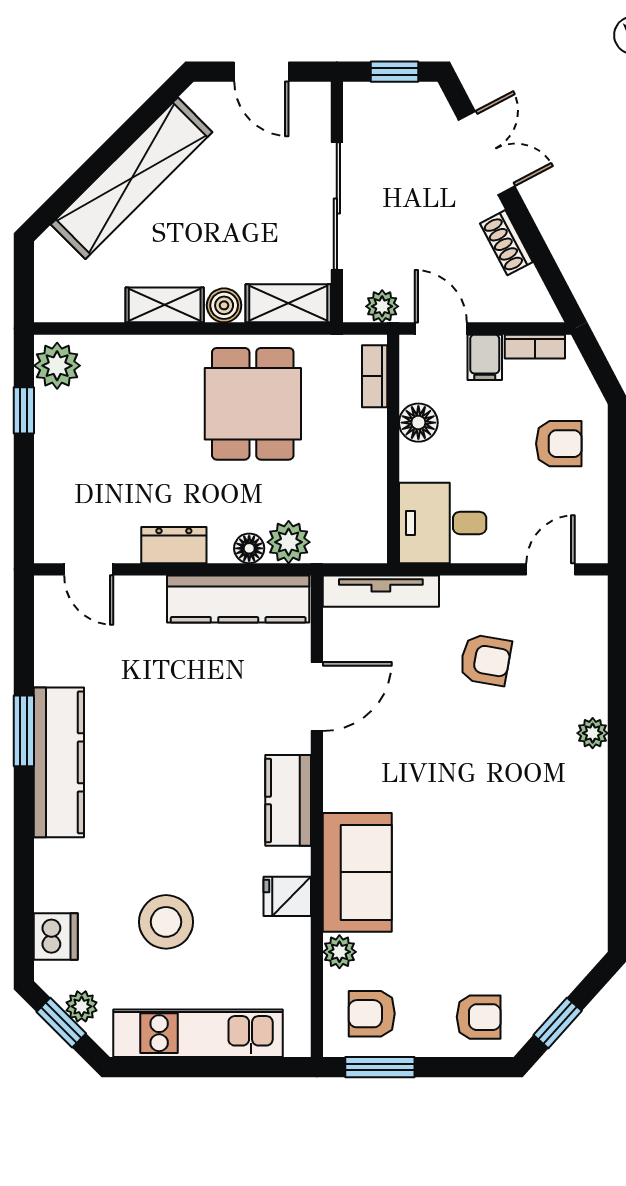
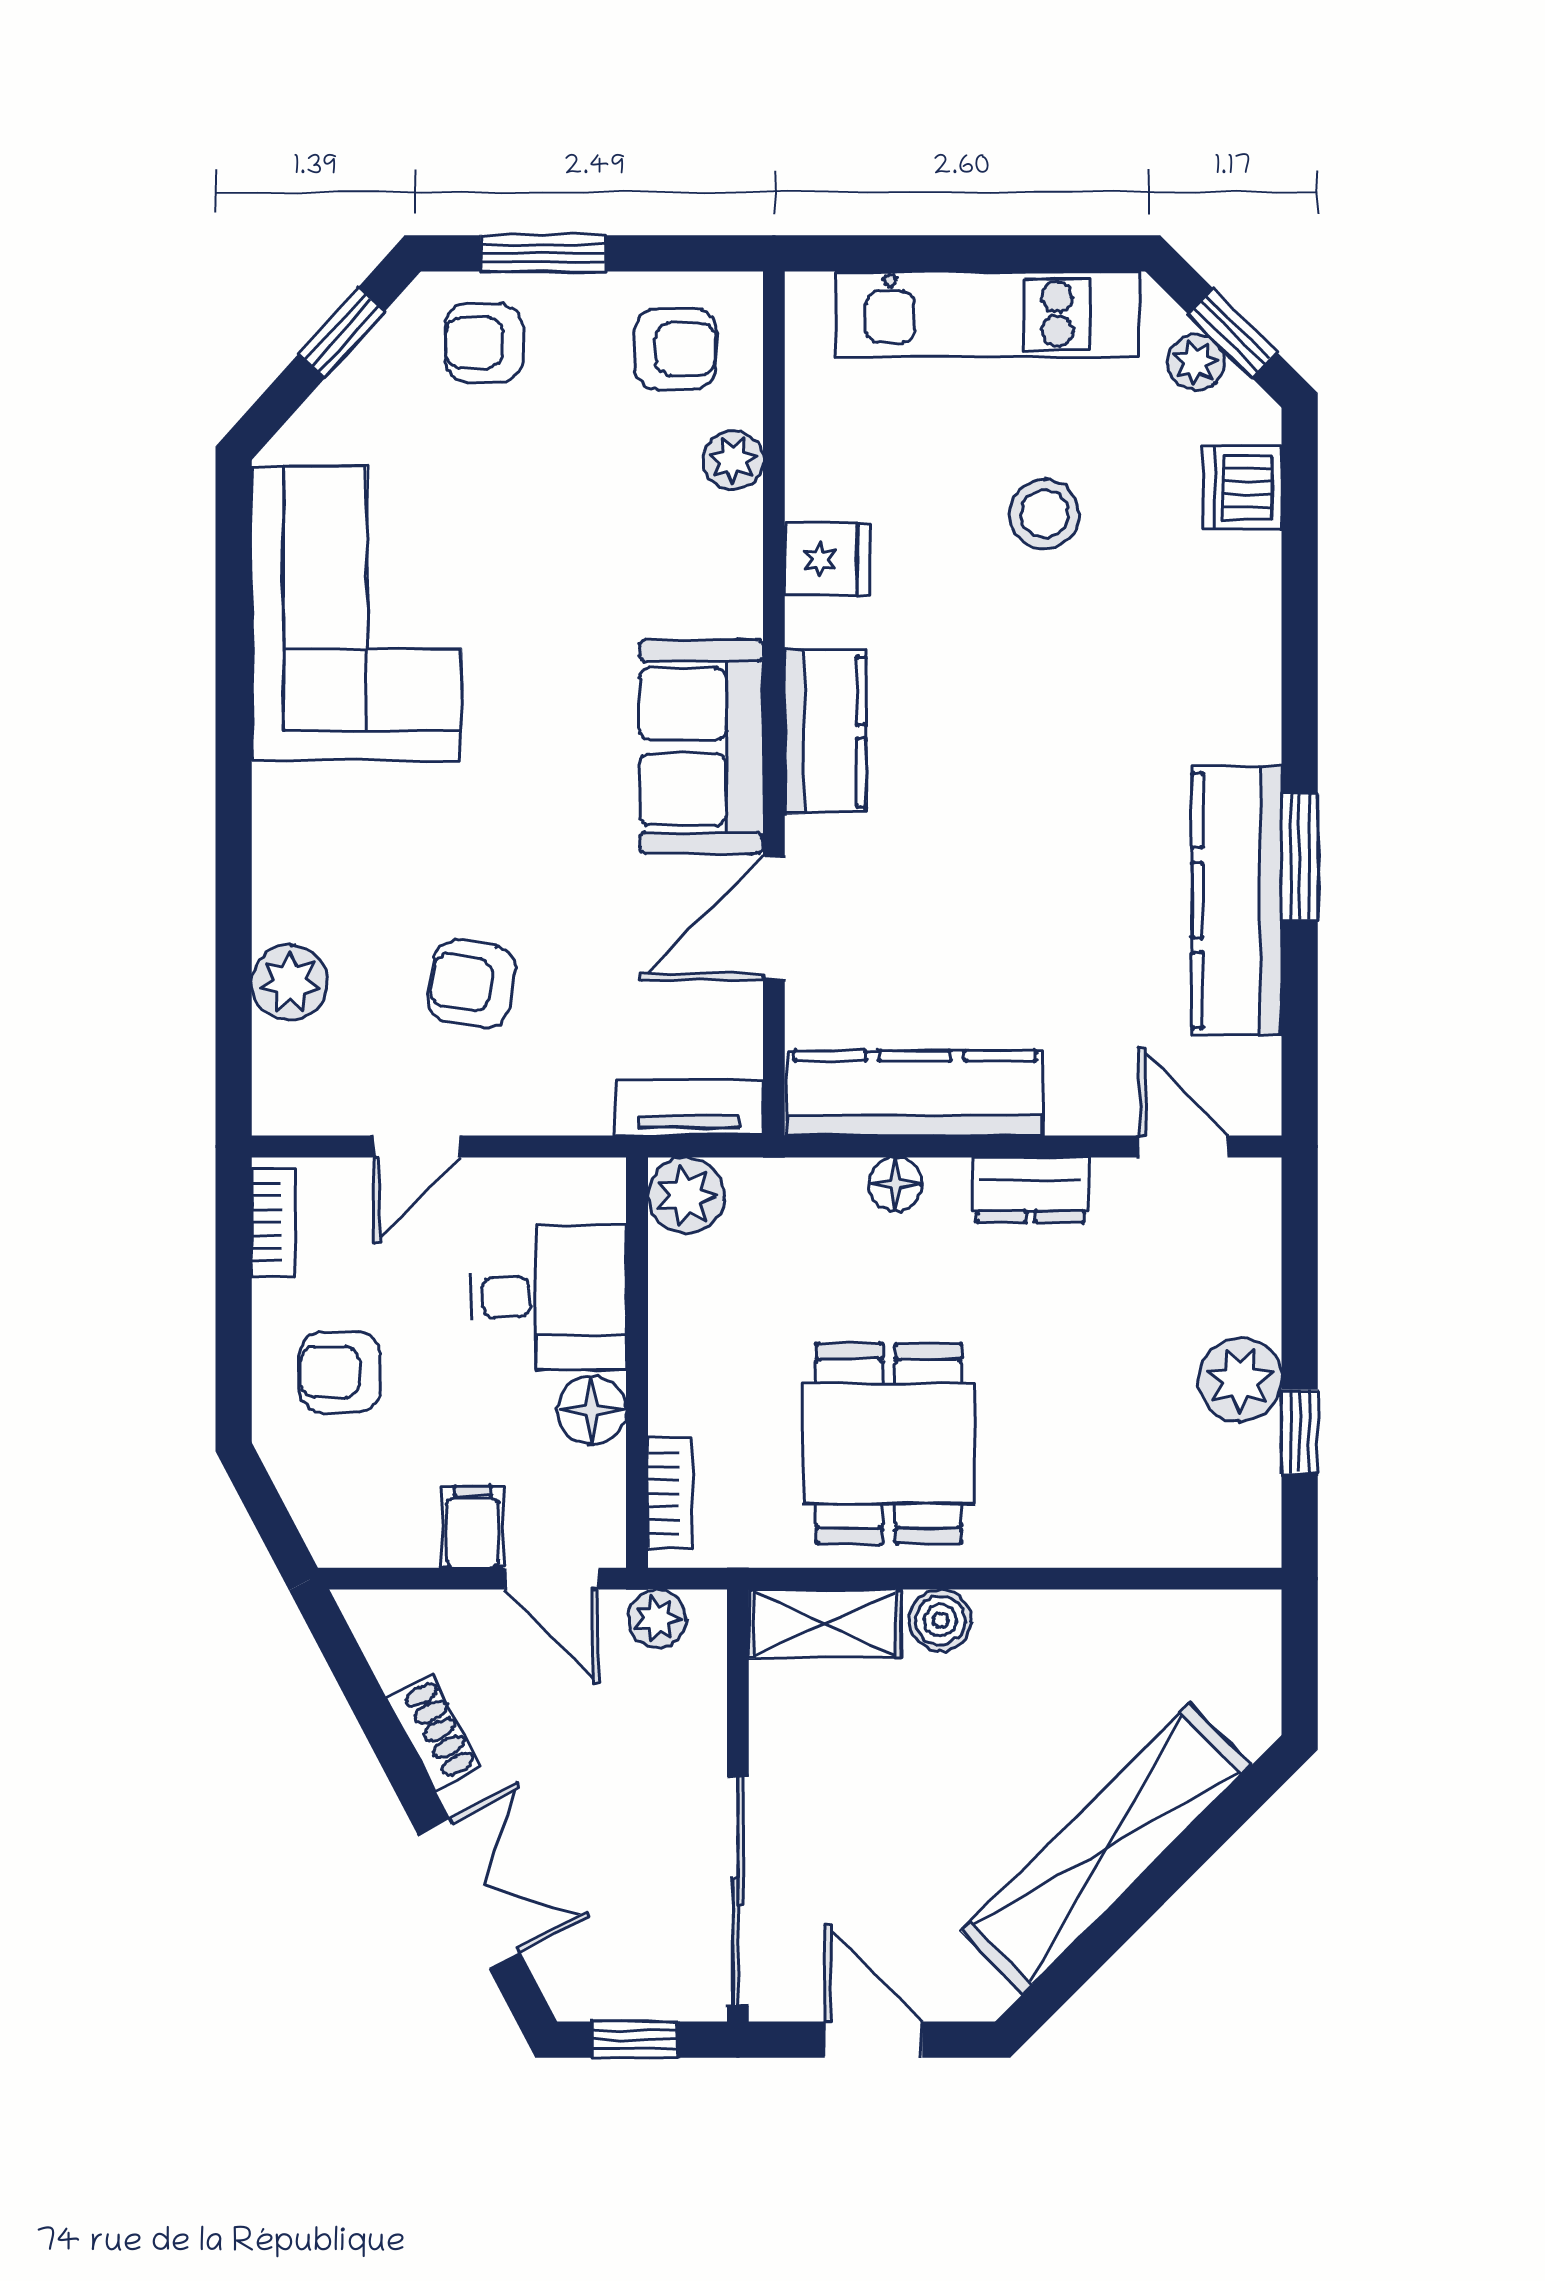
double door: (487, 153) -> (469, 1894), swing flipped
sliding door: (337, 206) -> (738, 1891), moved
shelving: (165, 305) -> (1047, 1621), removed
bookcase: (535, 347) -> (273, 1222), moved, turned 90
plant: (57, 366) -> (1240, 1380), moved
desk: (443, 523) -> (548, 1297), moved
plant: (289, 542) -> (686, 1195), moved
door: (551, 569) -> (417, 1147), moved
tv unit: (381, 591) -> (689, 1107), width x0.71
plant: (593, 733) -> (290, 982), moved, width x1.38, depth x1.38
kitchen counter: (59, 762) -> (1237, 900), moved
corner sofa: (550, 866) -> (356, 614), added
sofa: (357, 872) -> (701, 747), moved
stool: (166, 922) -> (1045, 514), width x0.73, depth x0.73
window: (380, 1067) -> (543, 253), moved

